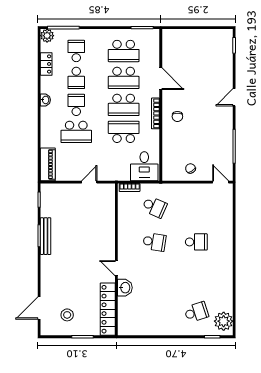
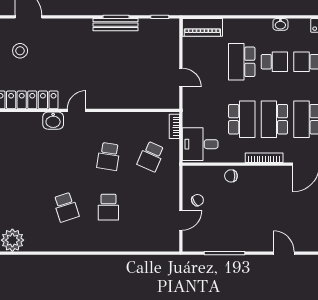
chair: (177, 117) -> (231, 176), moved
door: (221, 182) -> (181, 220), moved
school desk: (196, 312) -> (66, 207), moved

